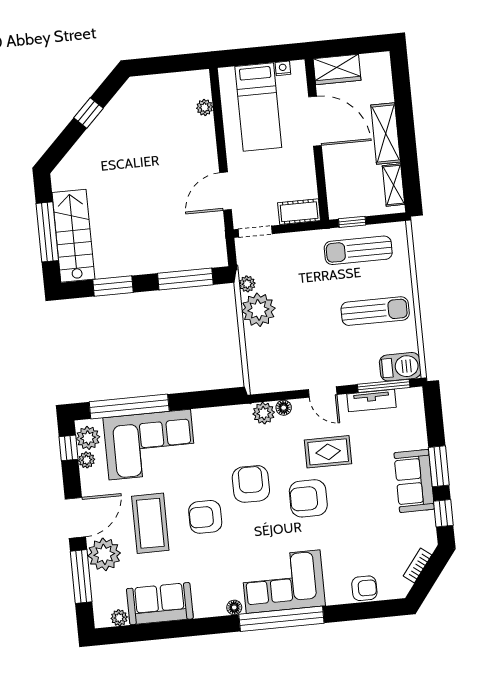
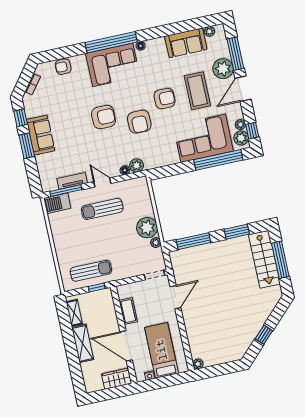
plant: (205, 107) -> (198, 364), moved
cot: (299, 212) -> (128, 311), moved, turned 90
sun lounger: (375, 311) -> (102, 209), moved
rug: (328, 452) -> (95, 147), removed

